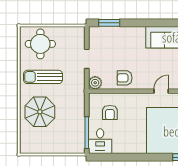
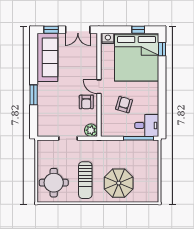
window: (109, 23) -> (34, 95), moved
door: (161, 91) -> (99, 87), moved
armchair: (110, 113) -> (124, 105), moved, turned -74

